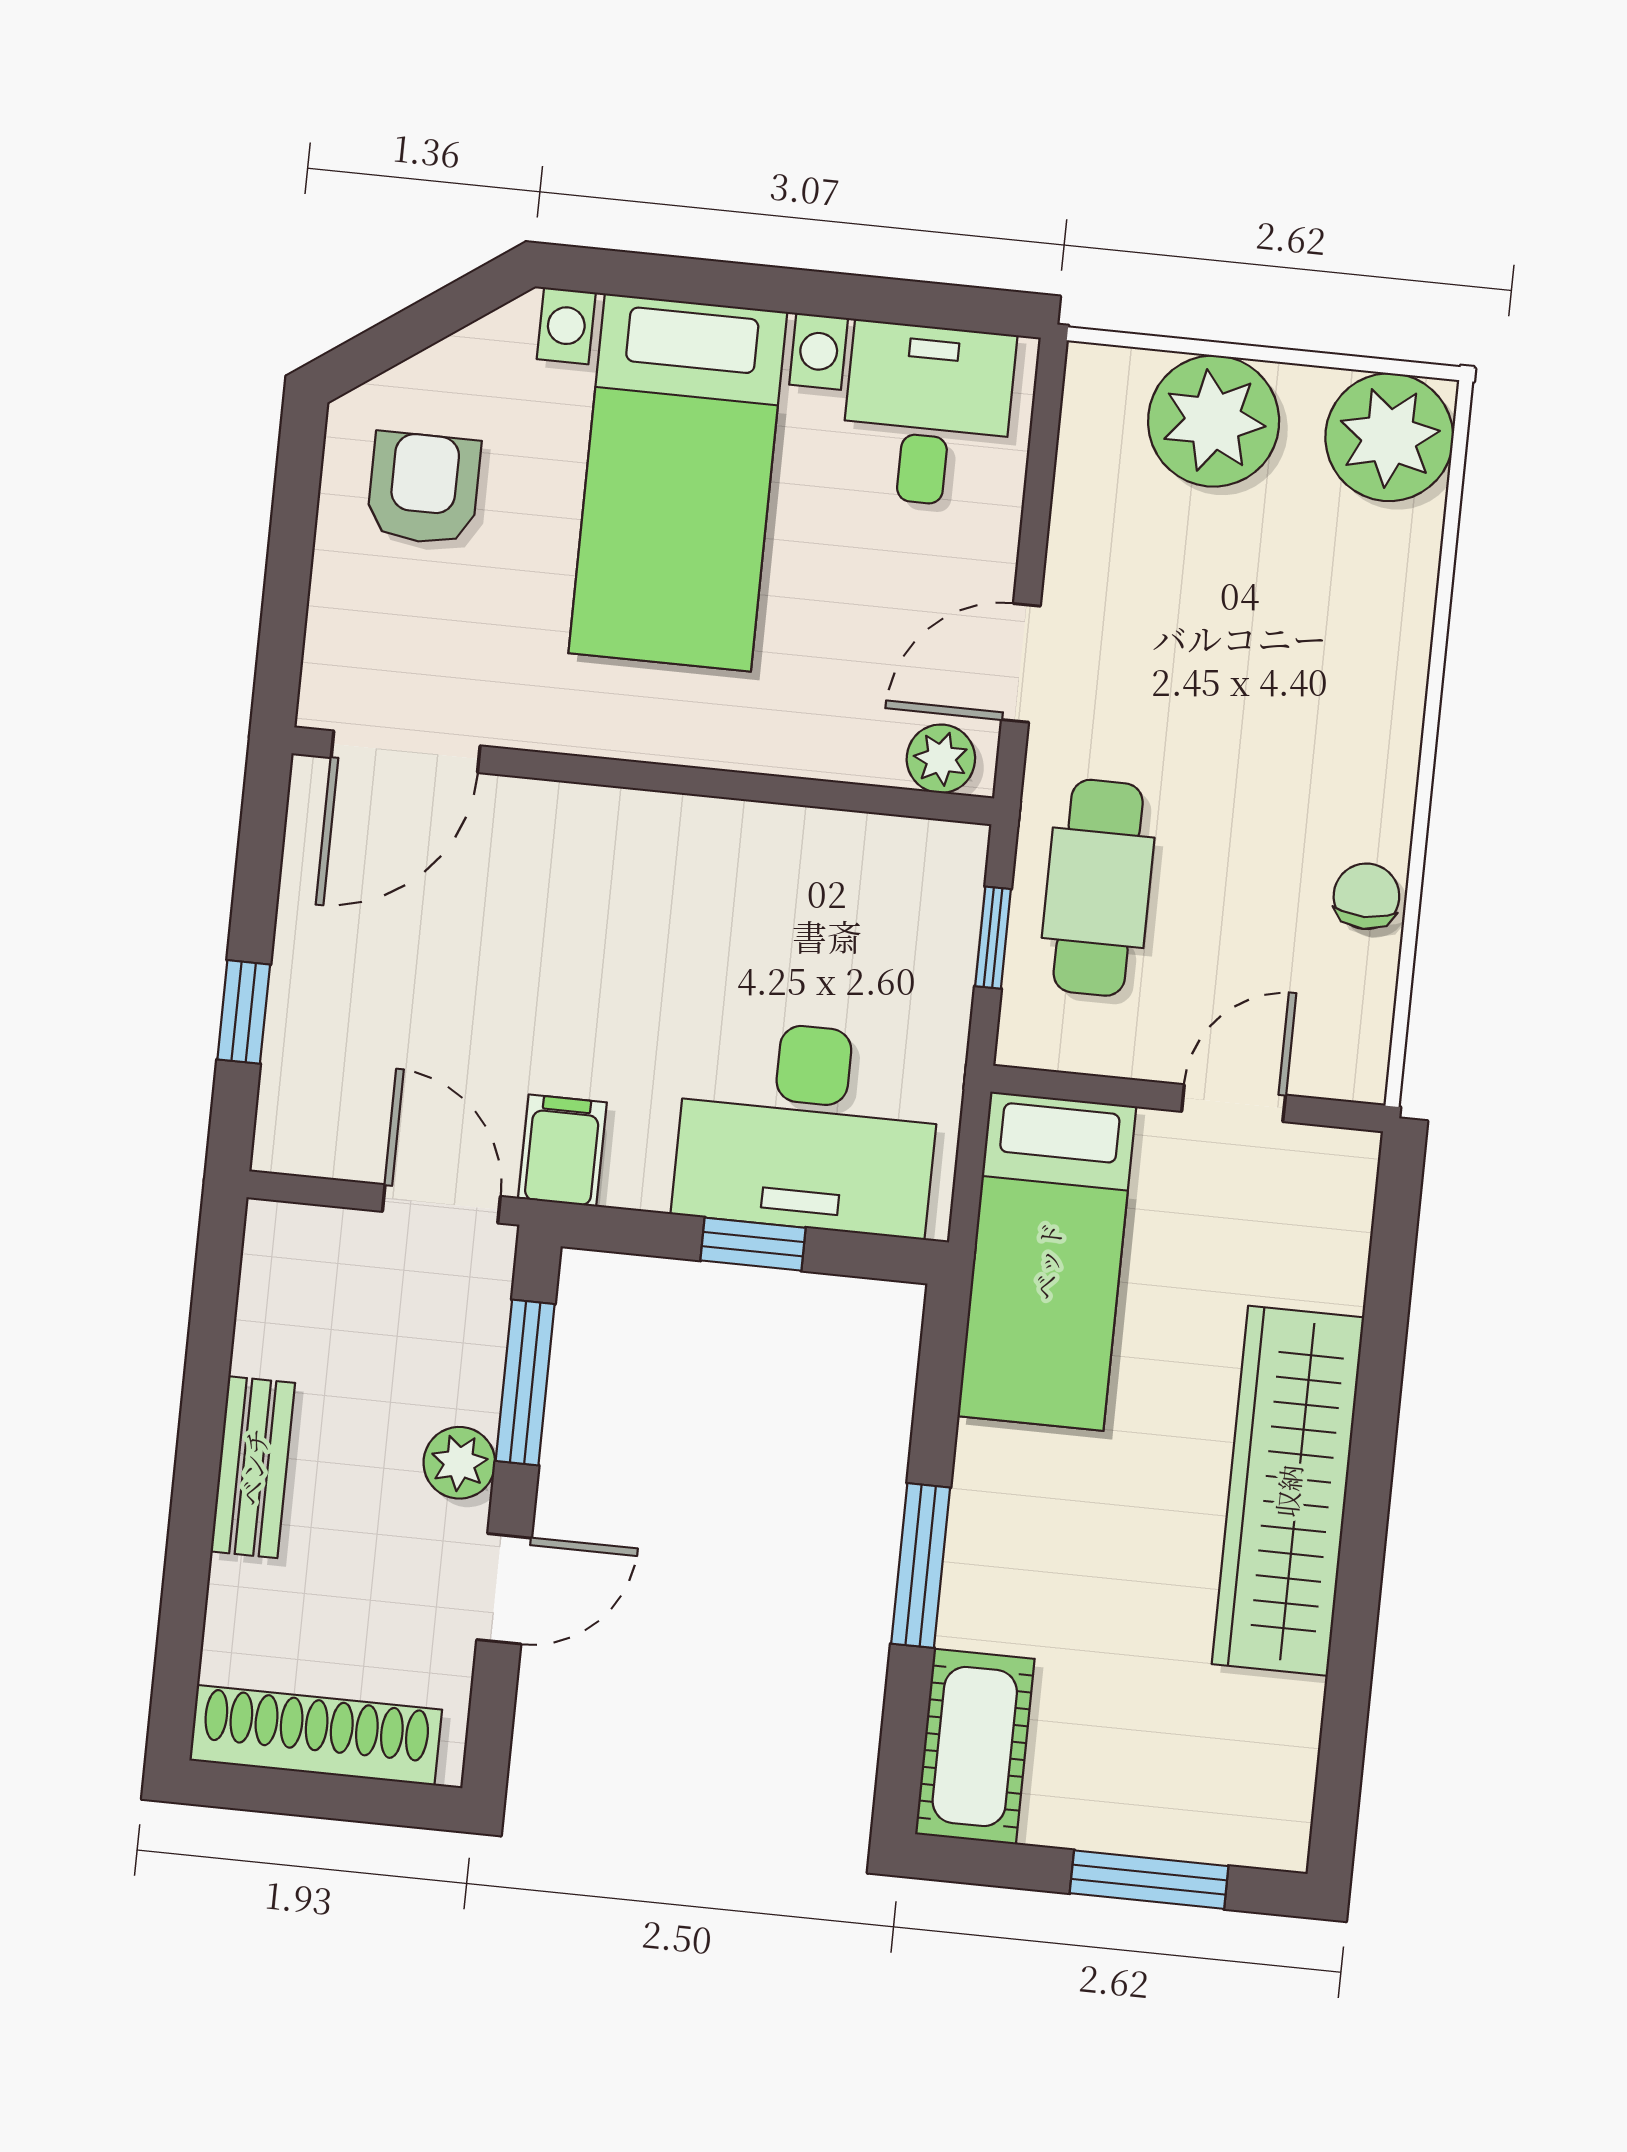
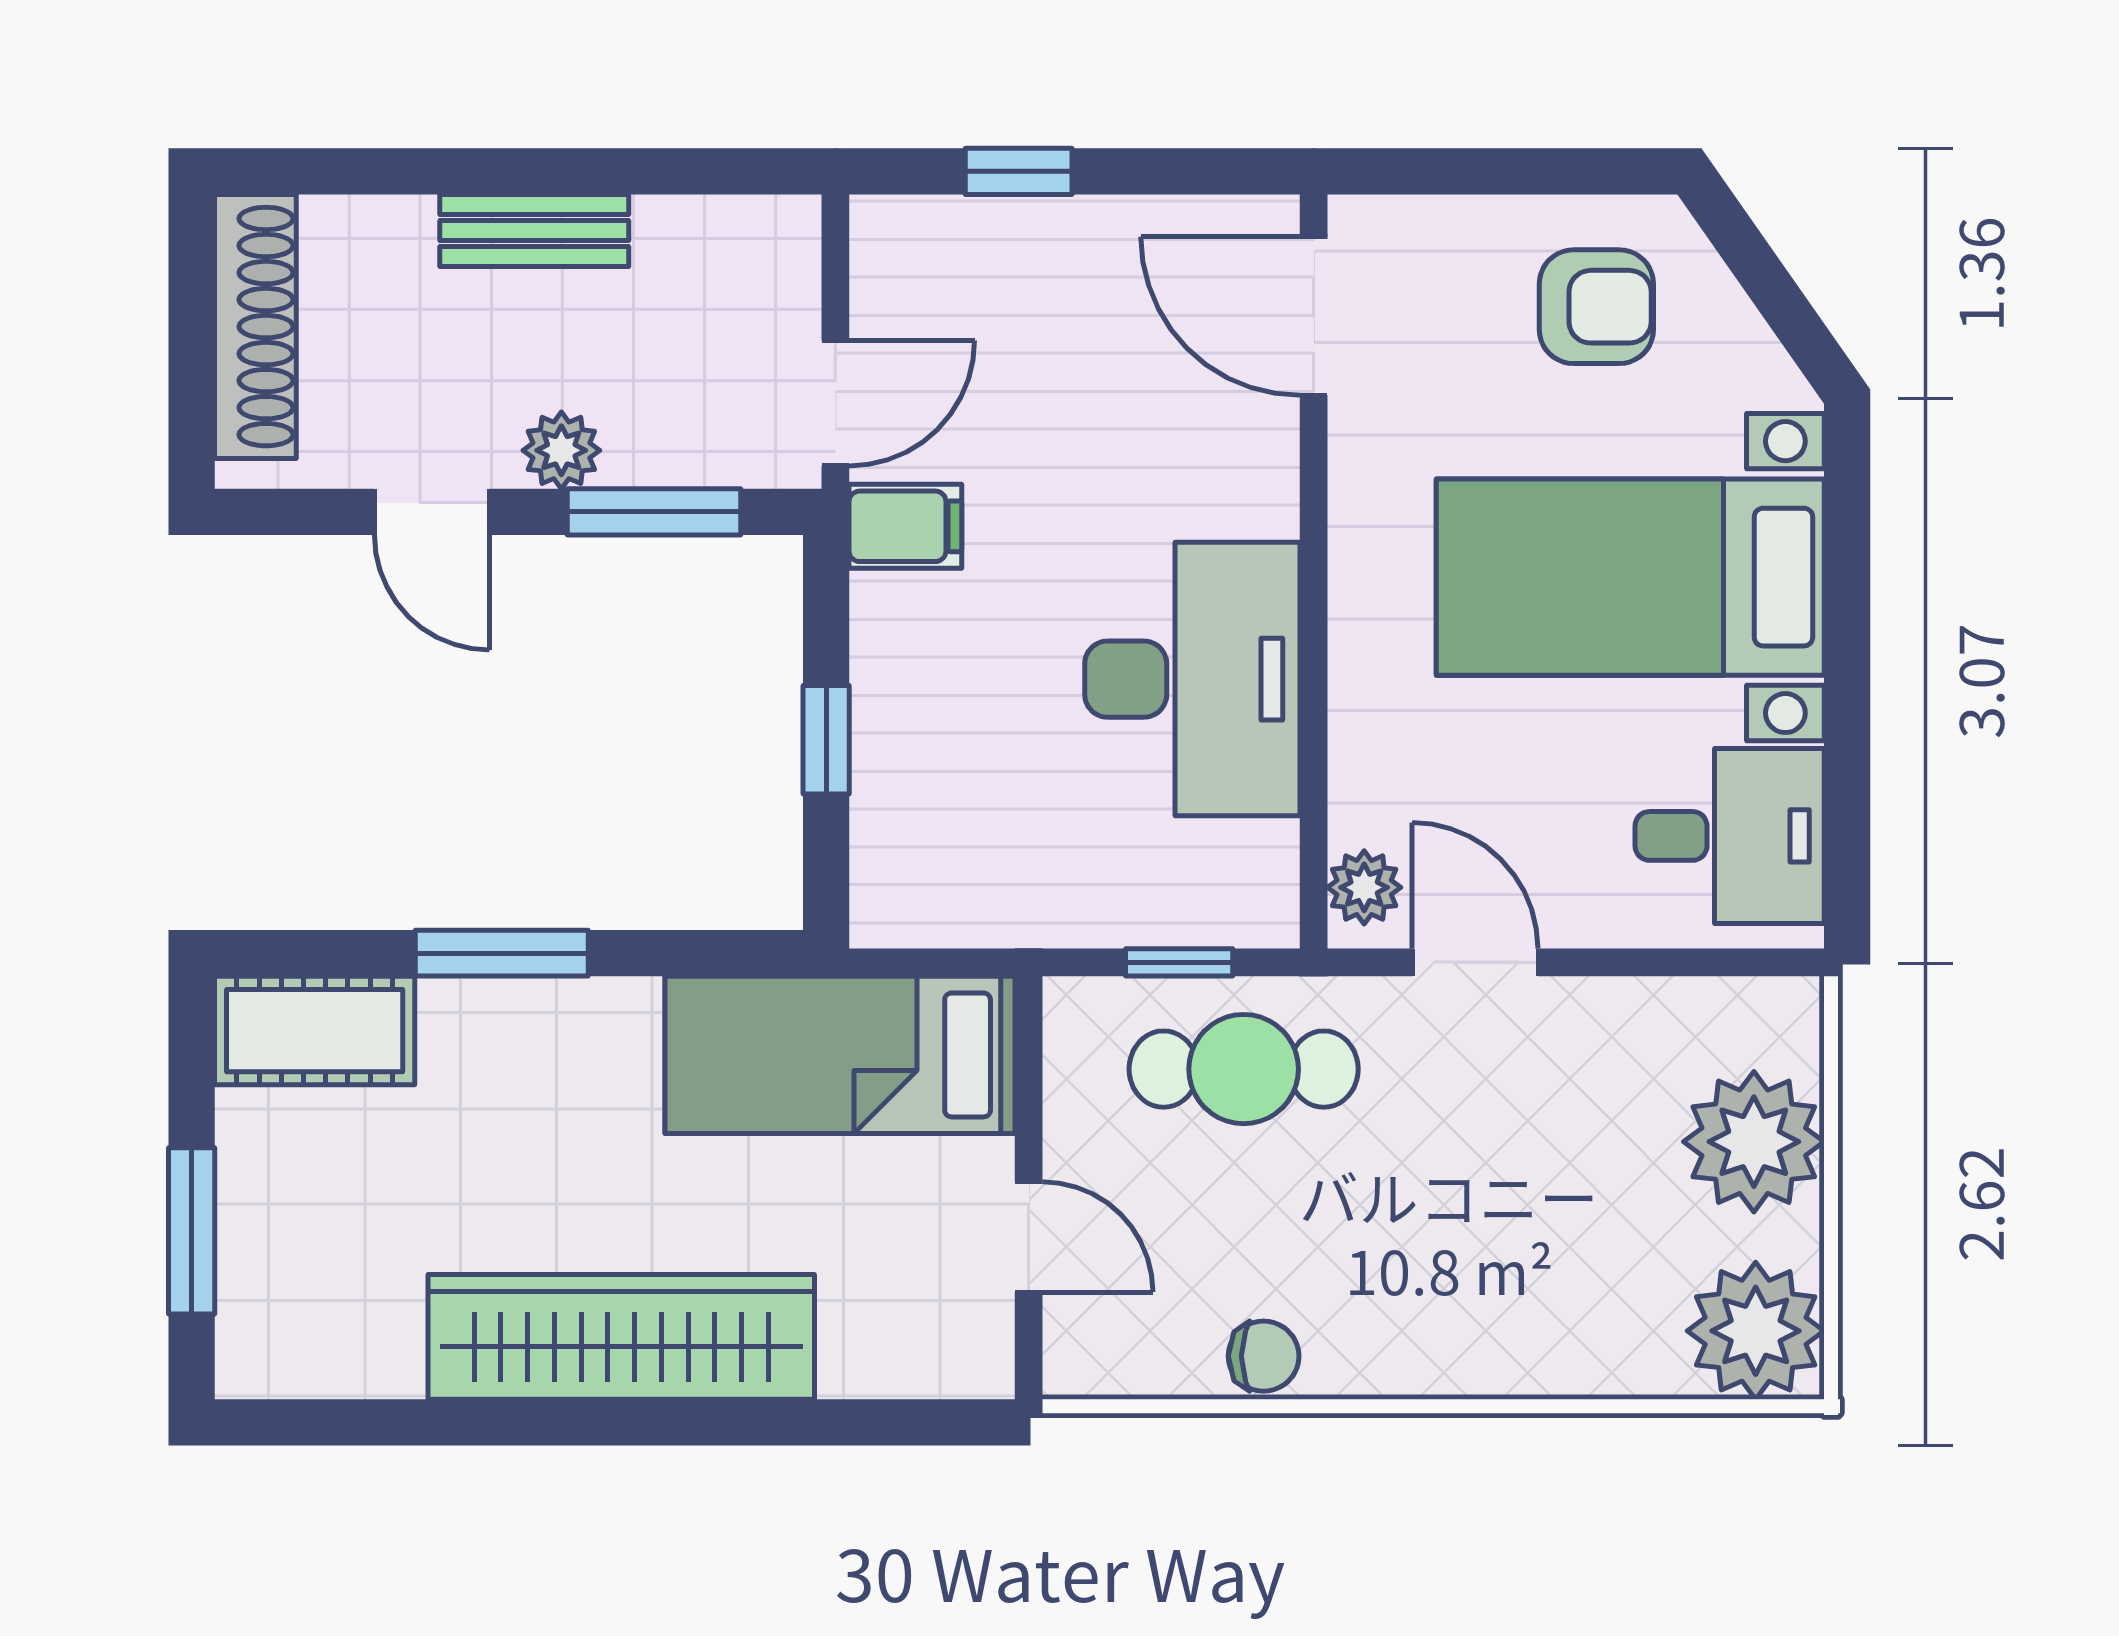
desk: (808, 1127) -> (1192, 679), moved, turned 180

